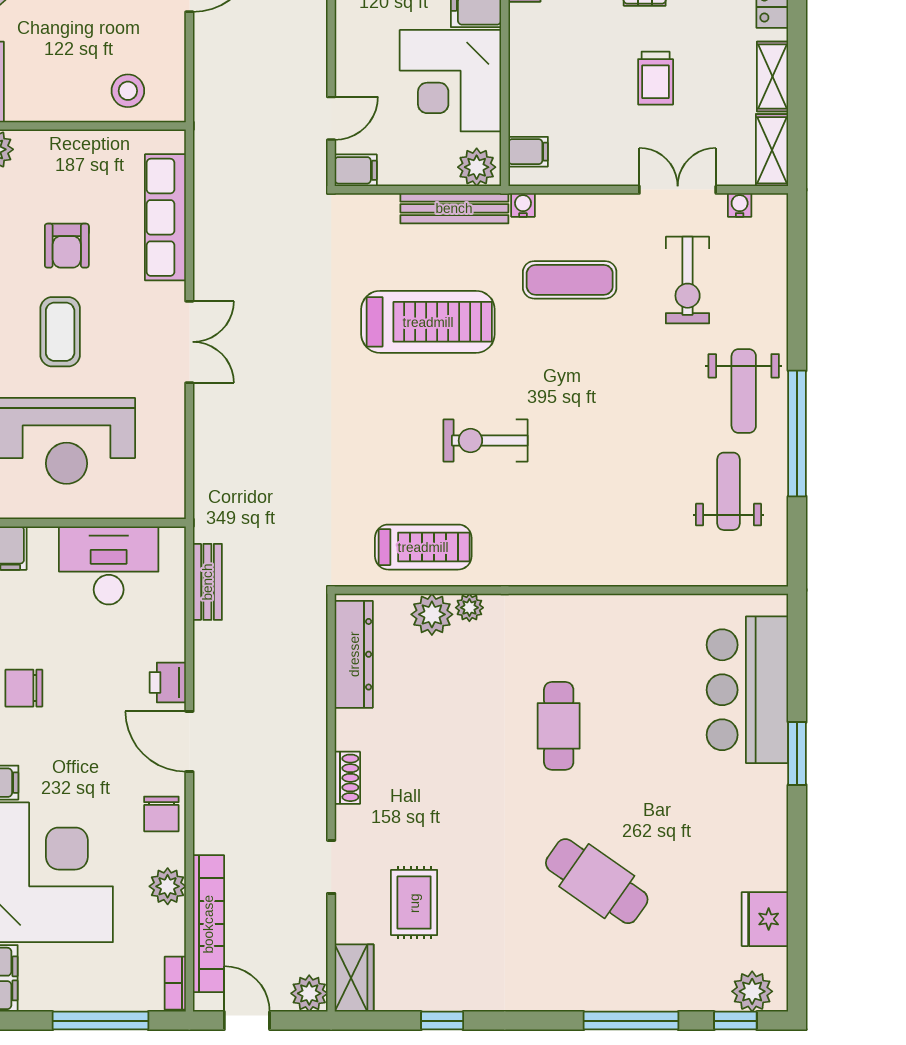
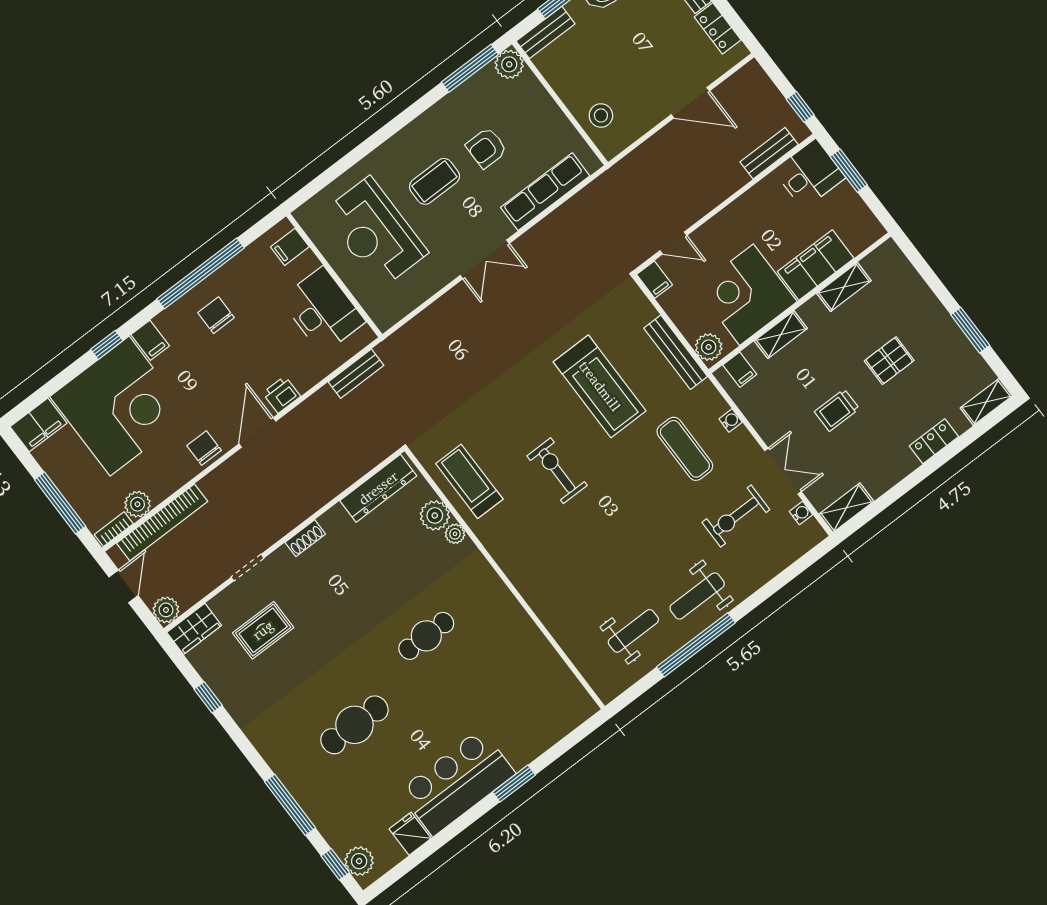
shelving: (773, 76) -> (781, 335), moved
water cooler: (523, 205) -> (731, 421), moved
treadmill: (423, 547) -> (469, 481), turned 180
bar counter: (747, 690) -> (457, 782), moved
chair: (161, 814) -> (204, 448), turned 90
cafe table: (597, 881) -> (354, 725), turned 55
plant: (168, 886) -> (138, 504), moved
fridge: (765, 919) -> (410, 834), width x0.72

